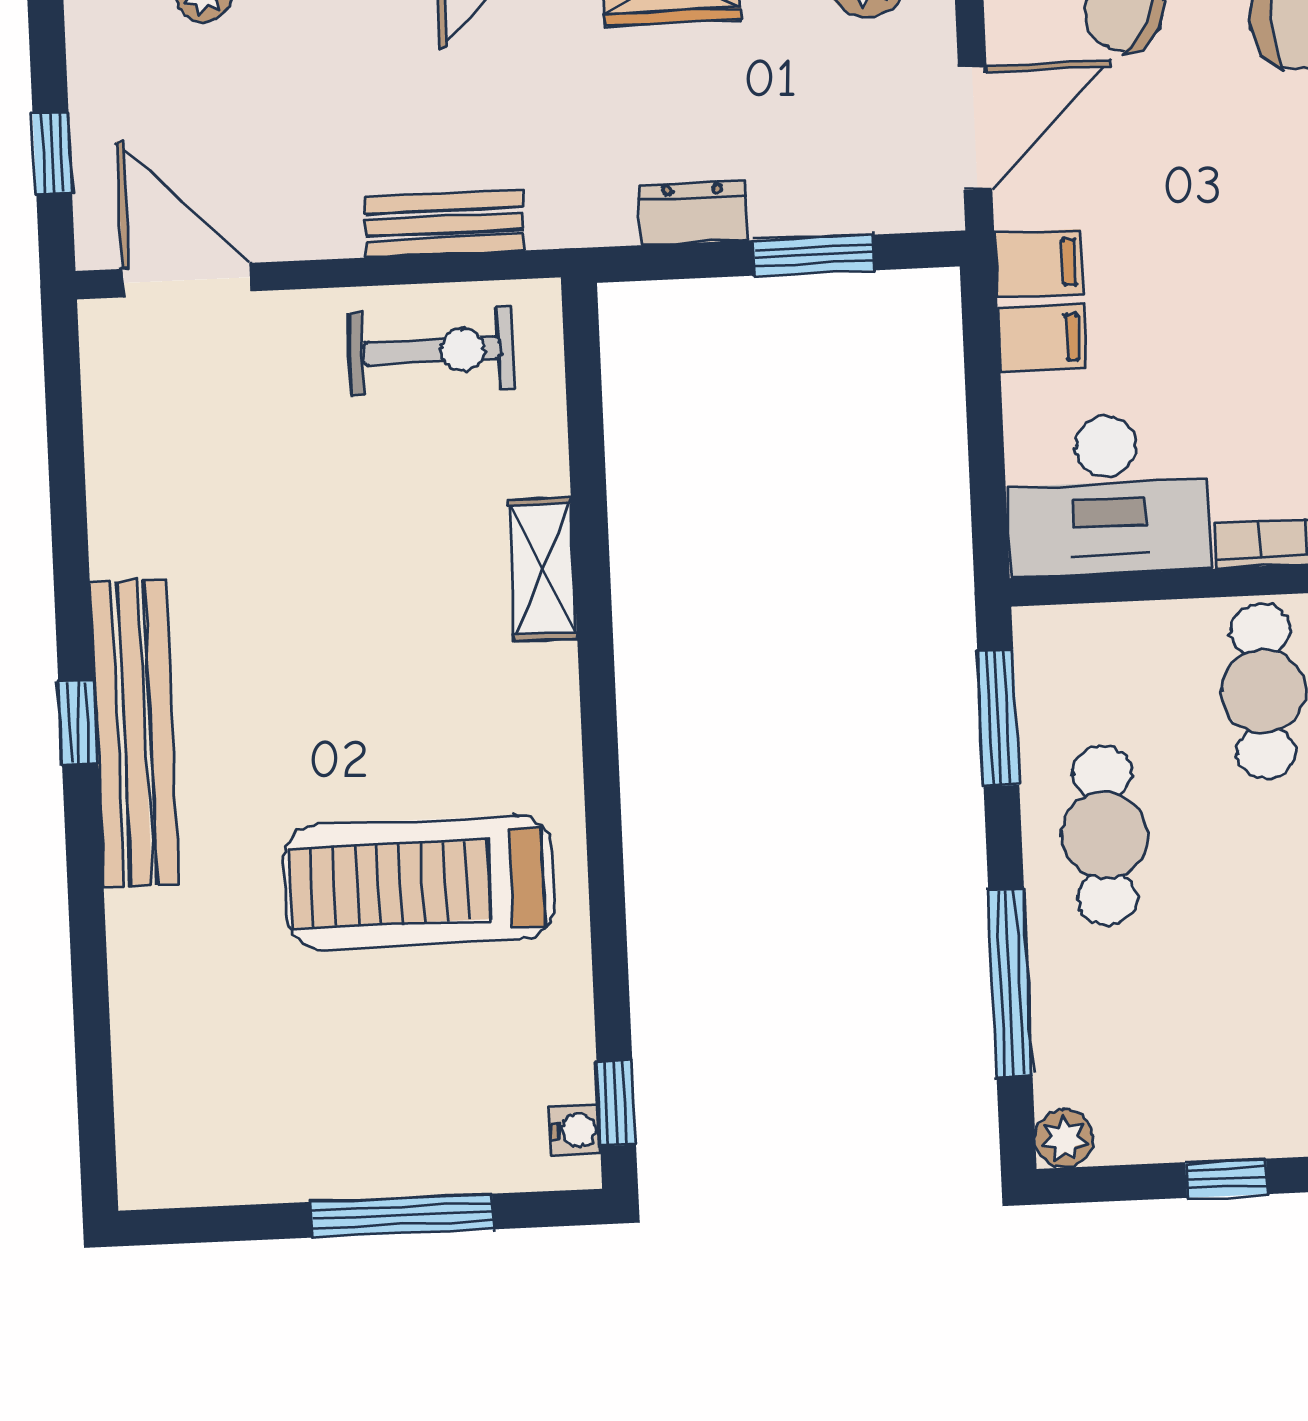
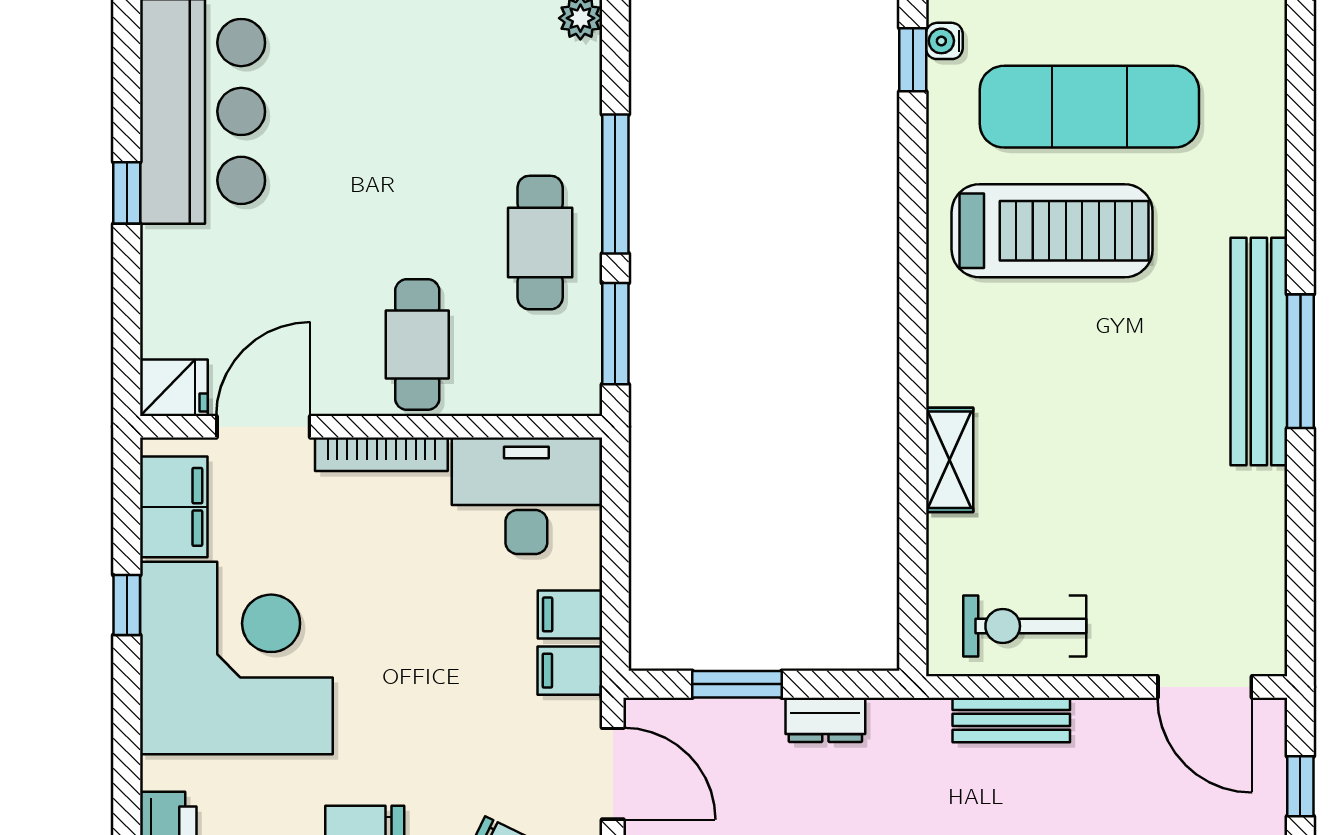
door: (975, 128) -> (613, 774), swing flipped
window: (78, 723) -> (1300, 361), width x2.17
window: (1010, 983) -> (615, 184), moved
exercise mat: (377, 1051) -> (1089, 107), added

